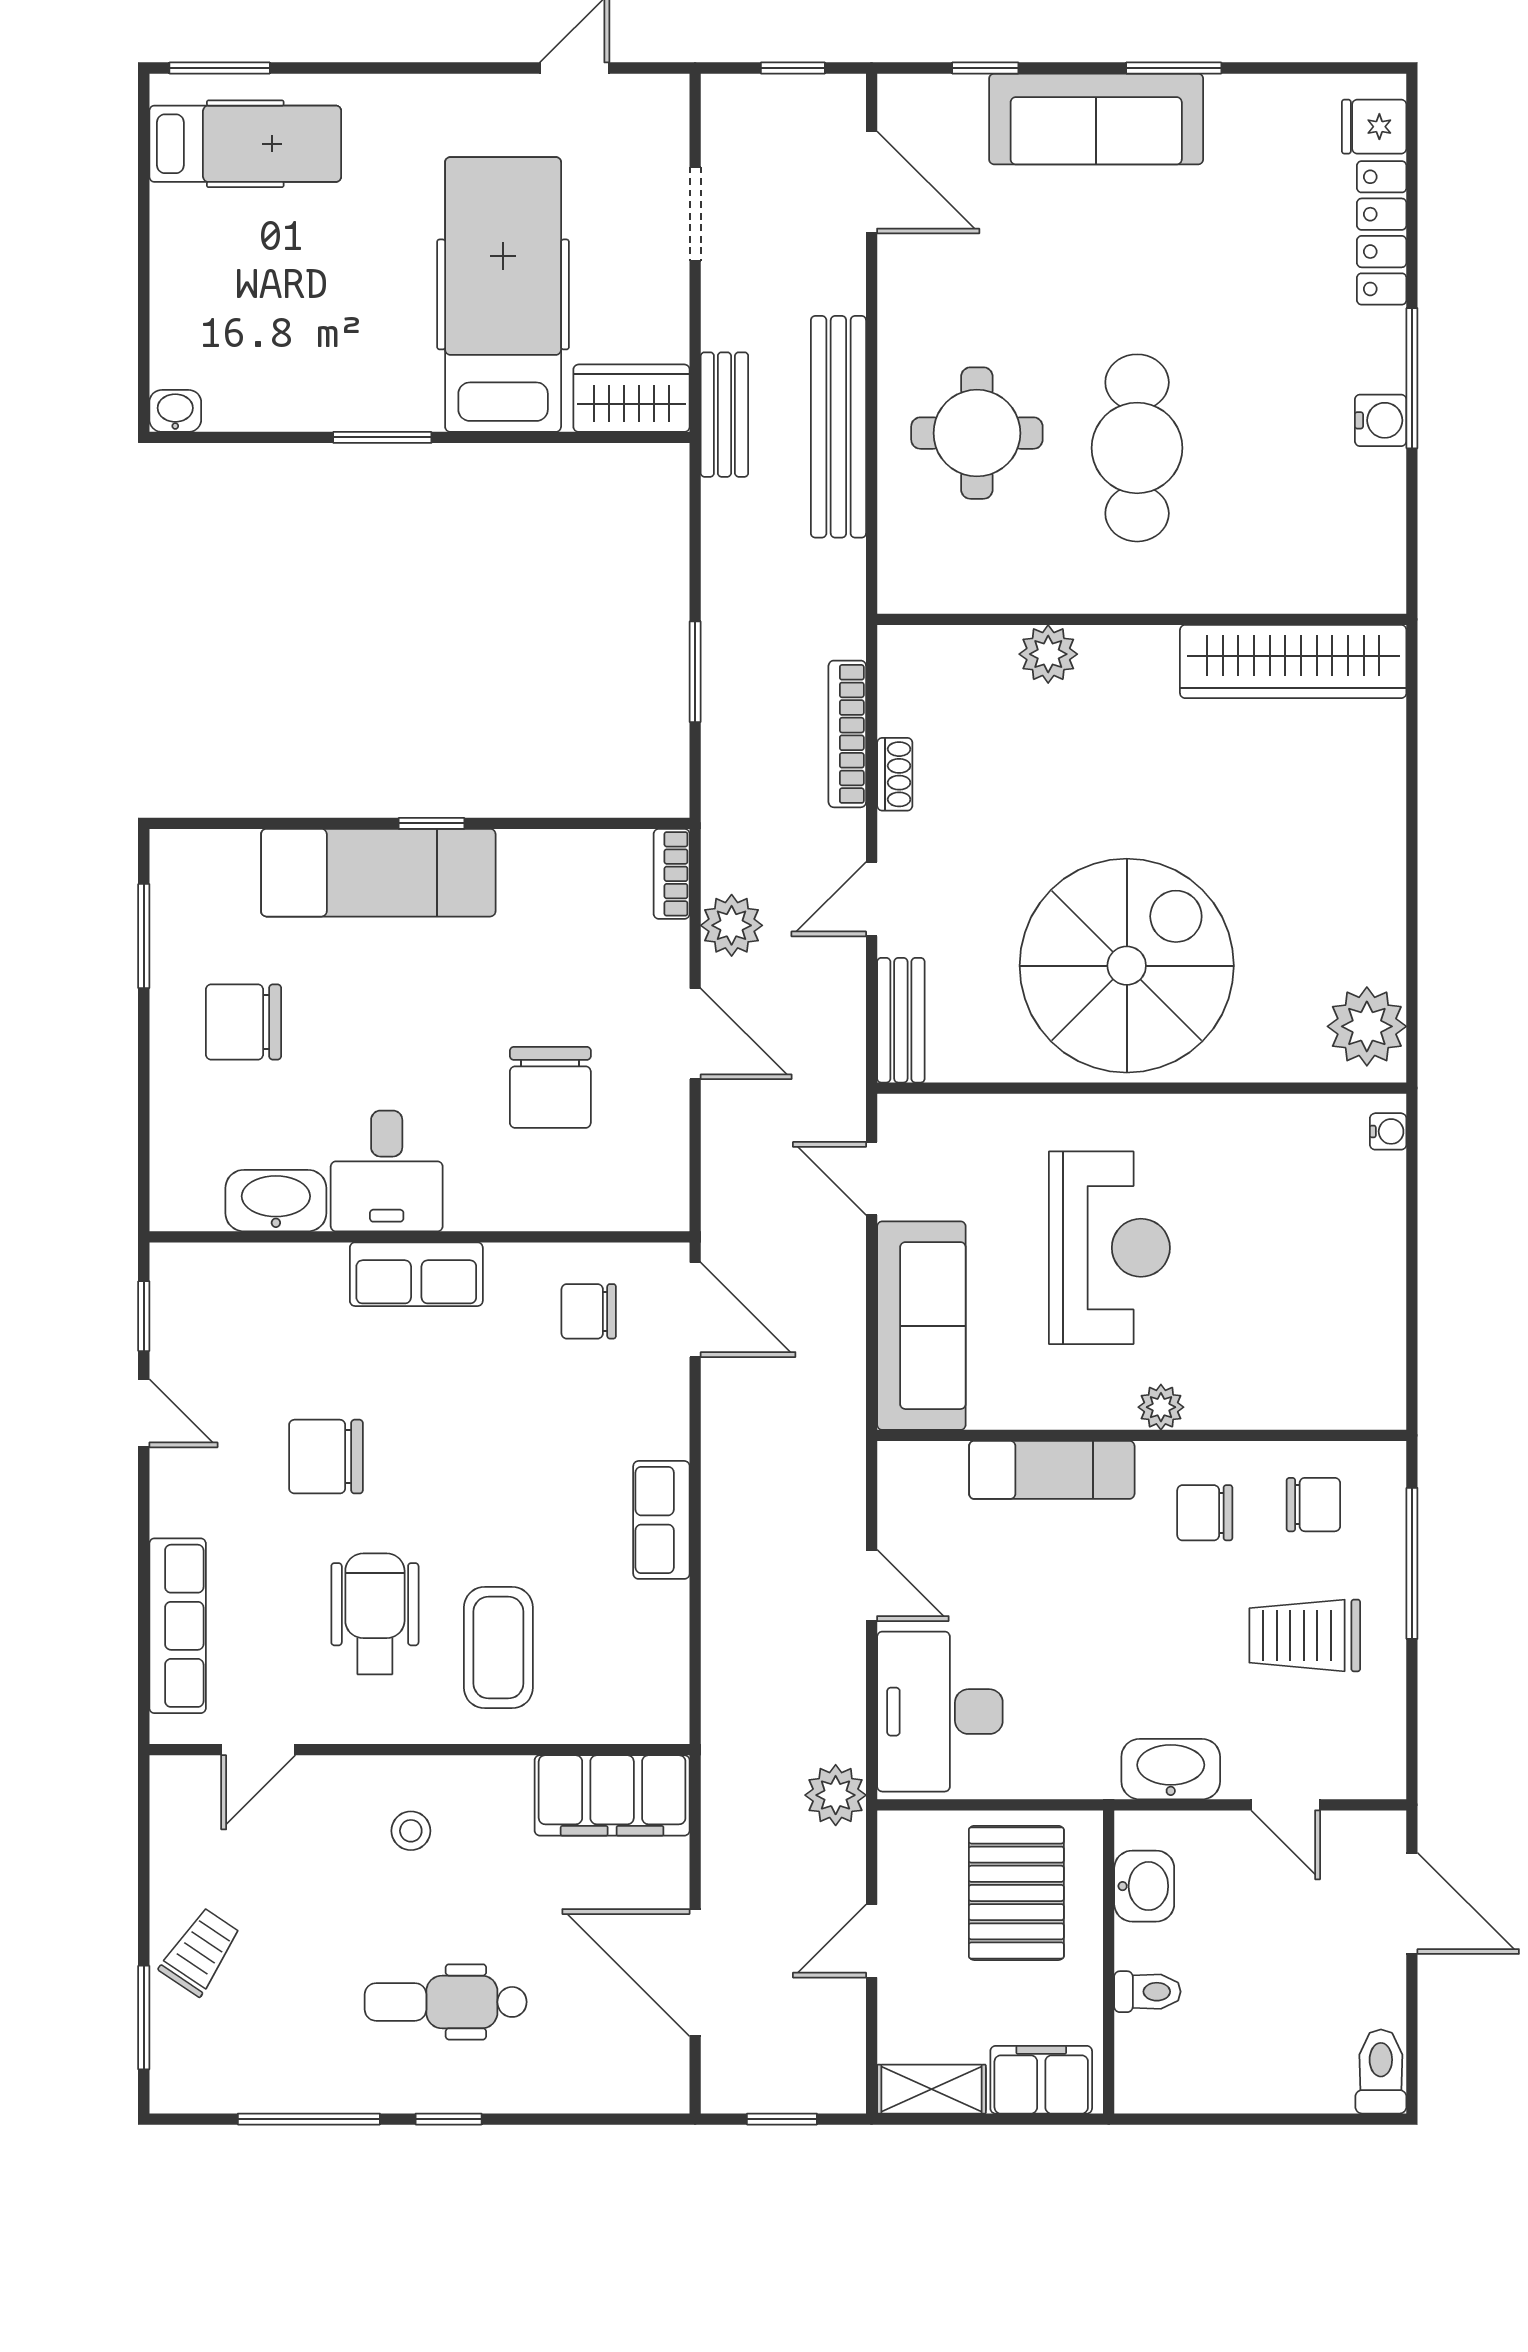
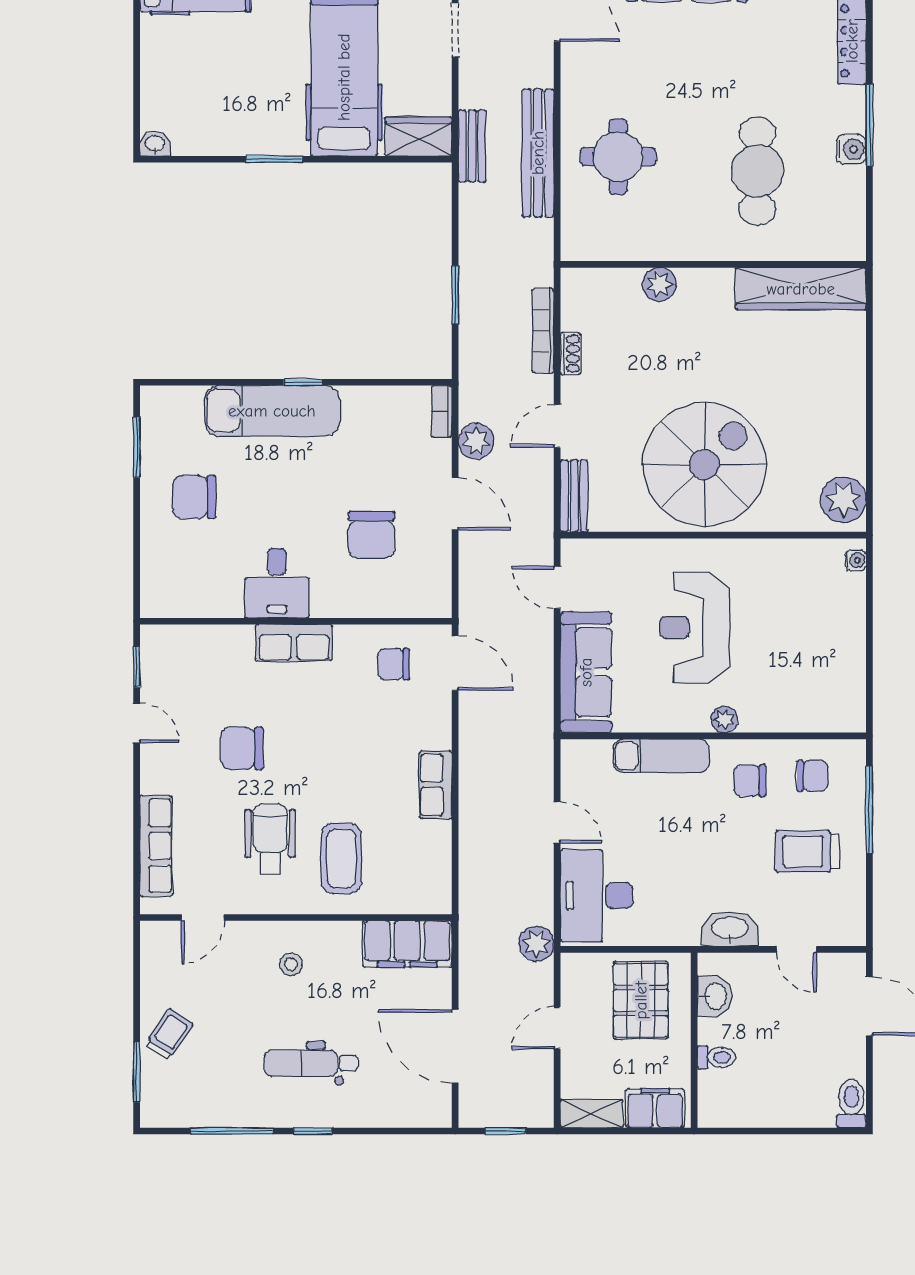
cafe table: (1137, 448) -> (758, 171), moved
washbasin: (276, 1201) -> (213, 600), removed
reception desk: (1109, 1248) -> (695, 627), turned 180

